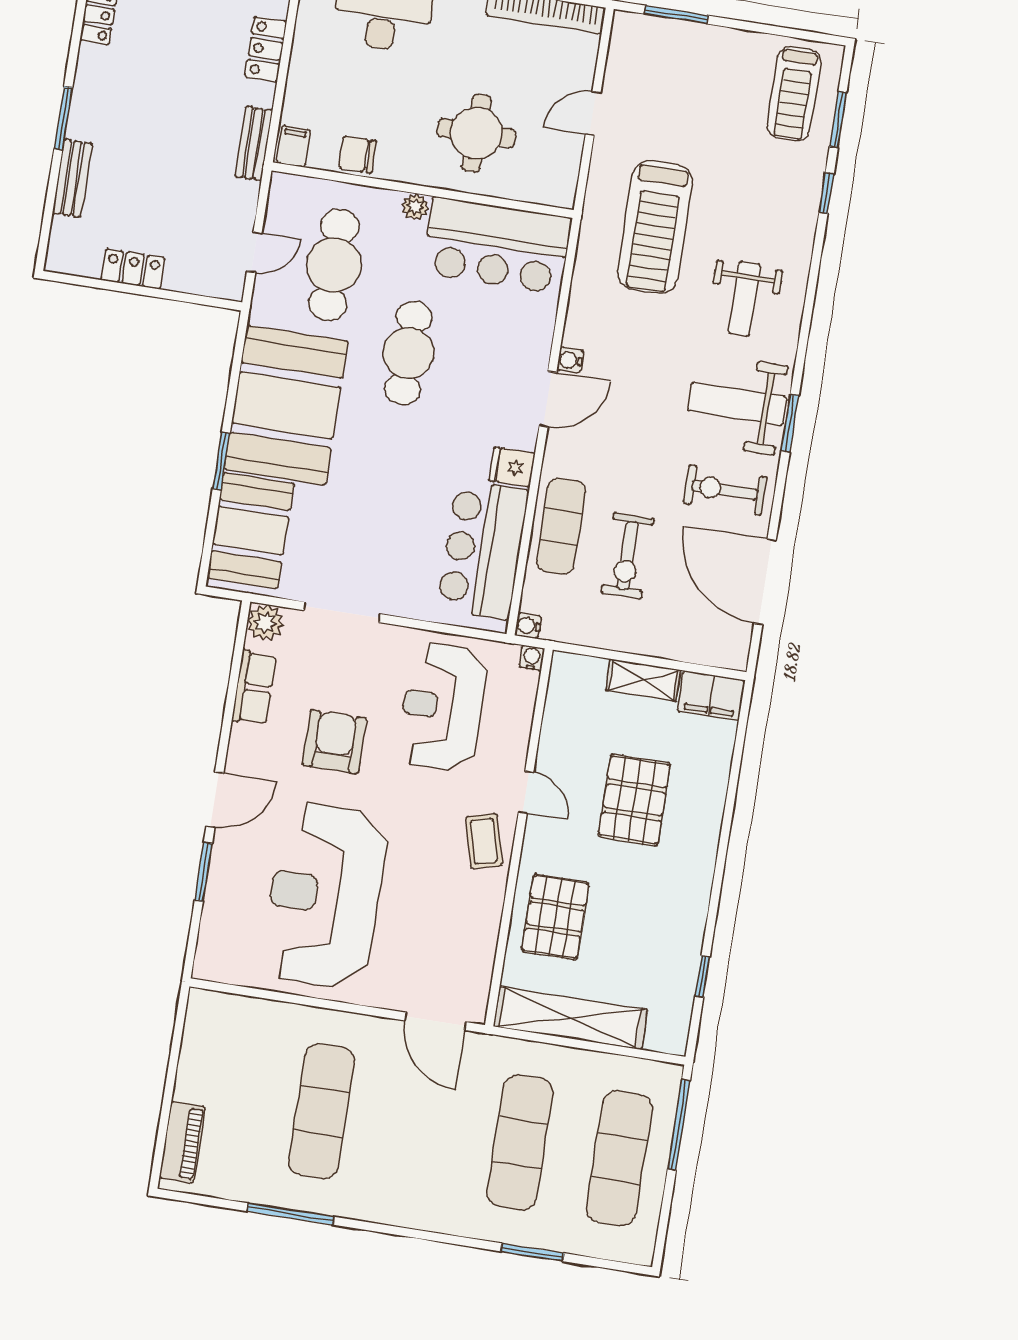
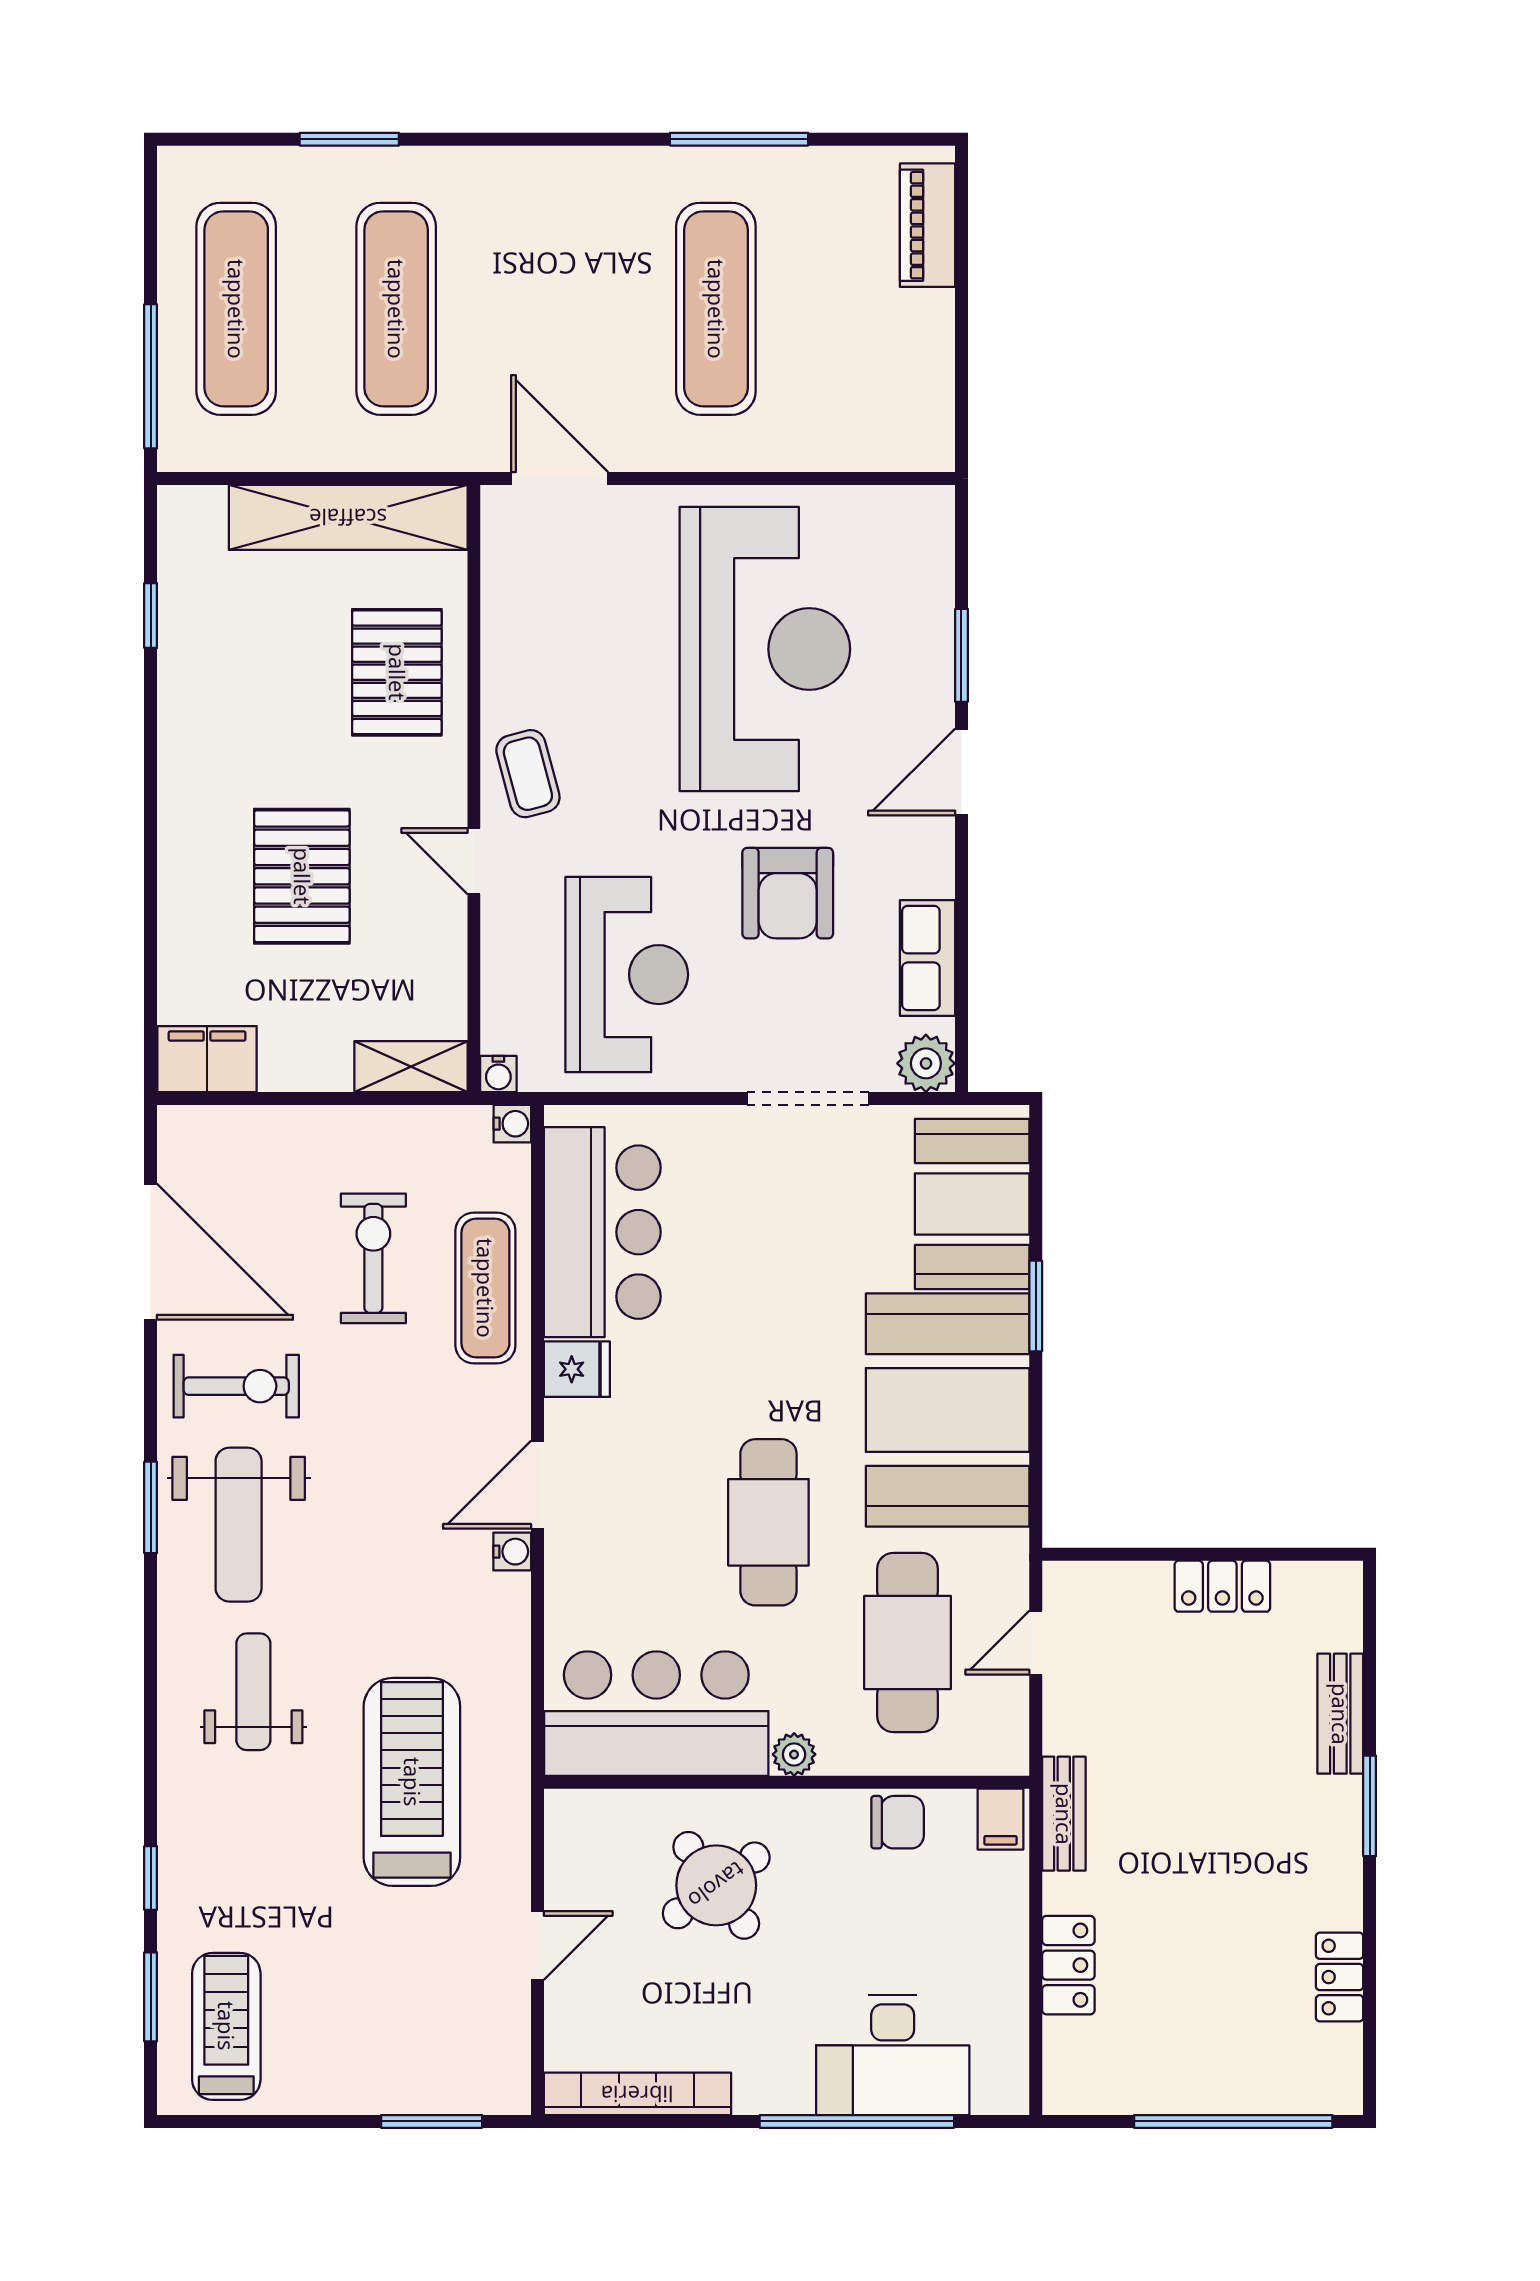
round table: (476, 133) -> (716, 1885), turned -36
weight bench: (737, 404) -> (239, 1525), turned 90
shelving: (643, 680) -> (411, 1067), moved

